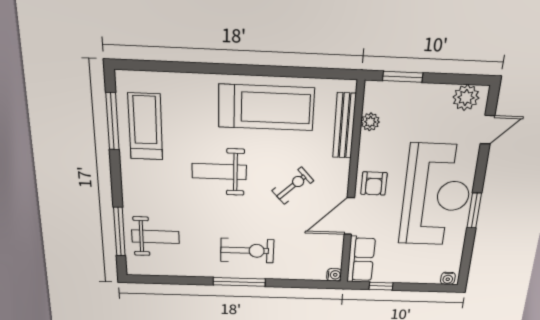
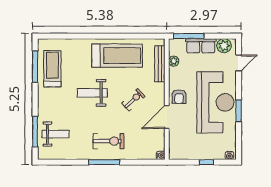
window: (403, 77) -> (189, 36), width x1.44
row of seats: (361, 259) -> (201, 46), moved, turned 90
window: (381, 286) -> (206, 162), moved

